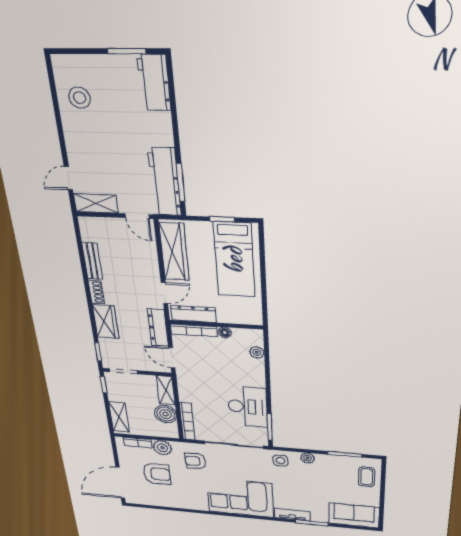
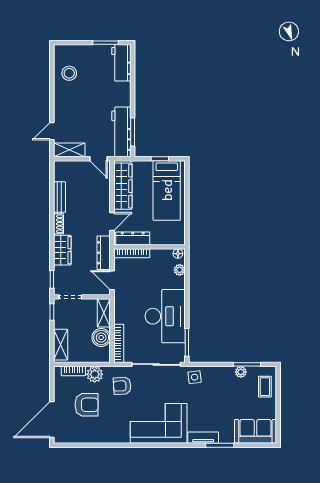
floor lamp: (225, 332) -> (178, 254), moved
desk: (248, 407) -> (165, 316), width x1.36, depth x1.30
plant: (307, 458) -> (241, 372), moved

